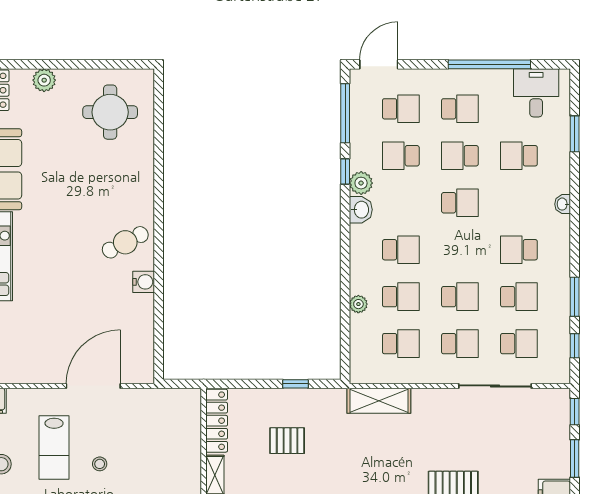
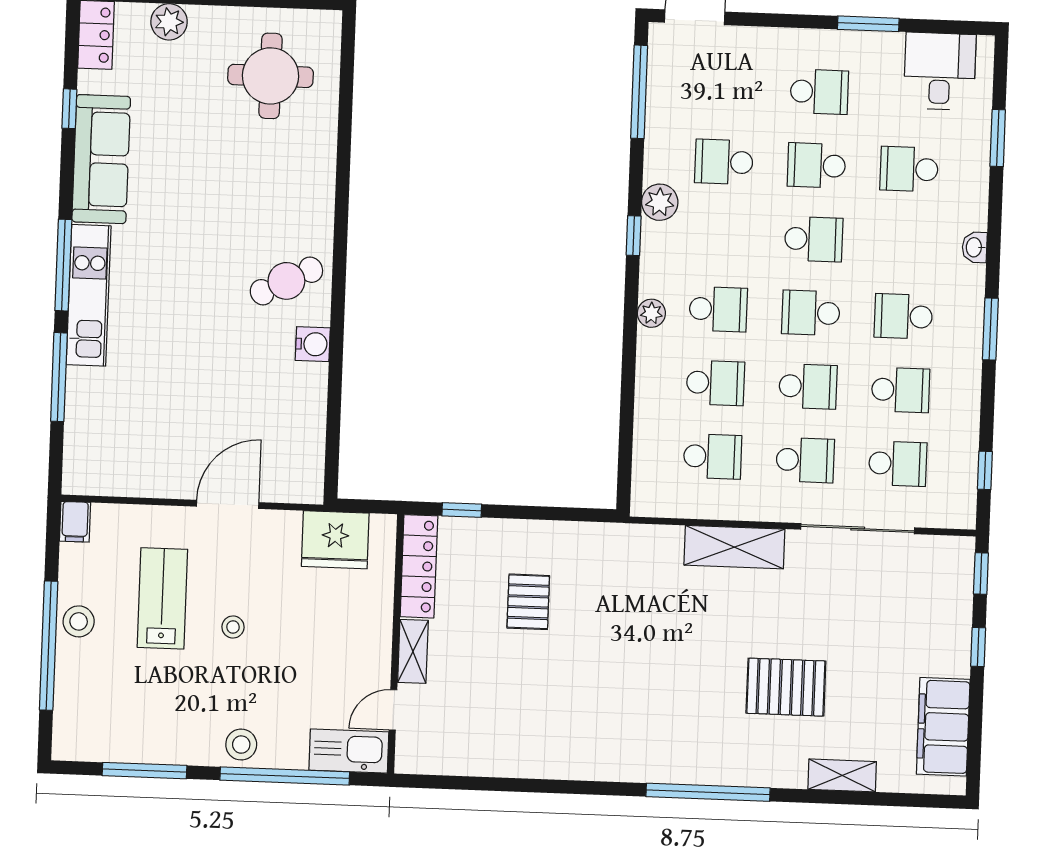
window: (489, 64) -> (868, 24), width x0.47
school desk: (401, 109) -> (811, 313), moved, turned 180
window: (345, 171) -> (634, 236), moved
washbasin: (361, 210) -> (658, 244), removed
window: (575, 297) -> (990, 329), moved
plant: (358, 304) -> (651, 313), moved
window: (295, 384) -> (462, 510), moved
door: (93, 386) -> (228, 504), width x0.73
shelving: (379, 401) -> (734, 547), moved
fridge: (163, 406) -> (335, 540), added
pallet: (287, 441) -> (528, 602), turned 90
lab bench: (54, 447) -> (162, 598), turned 180
window: (575, 458) -> (978, 647), width x0.67

